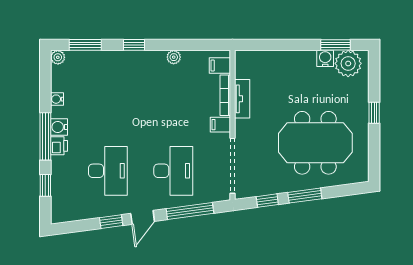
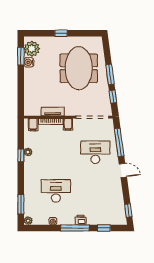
window: (134, 45) -> (21, 155), moved
water cooler: (59, 127) -> (69, 220), removed
desk: (108, 171) -> (56, 191), moved
window: (111, 222) -> (128, 210), moved

